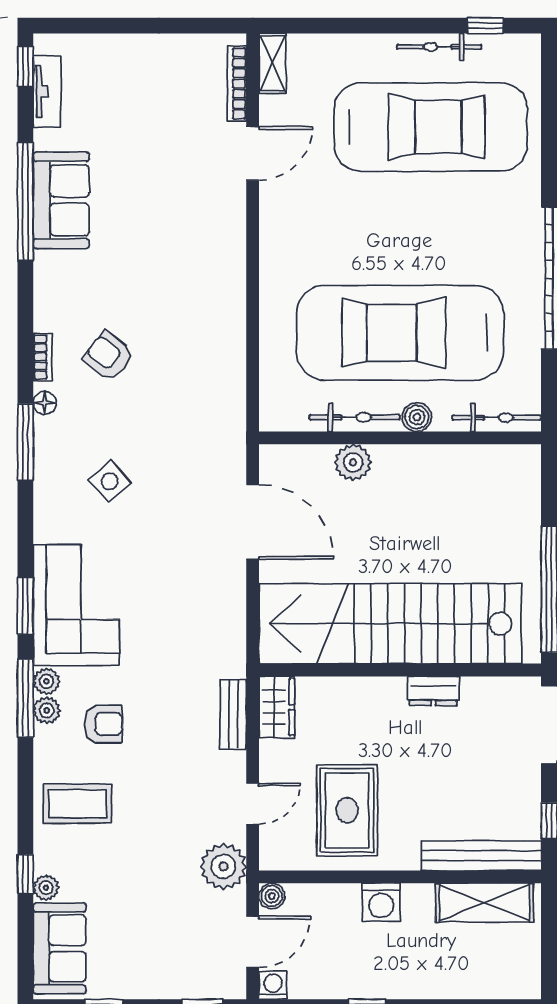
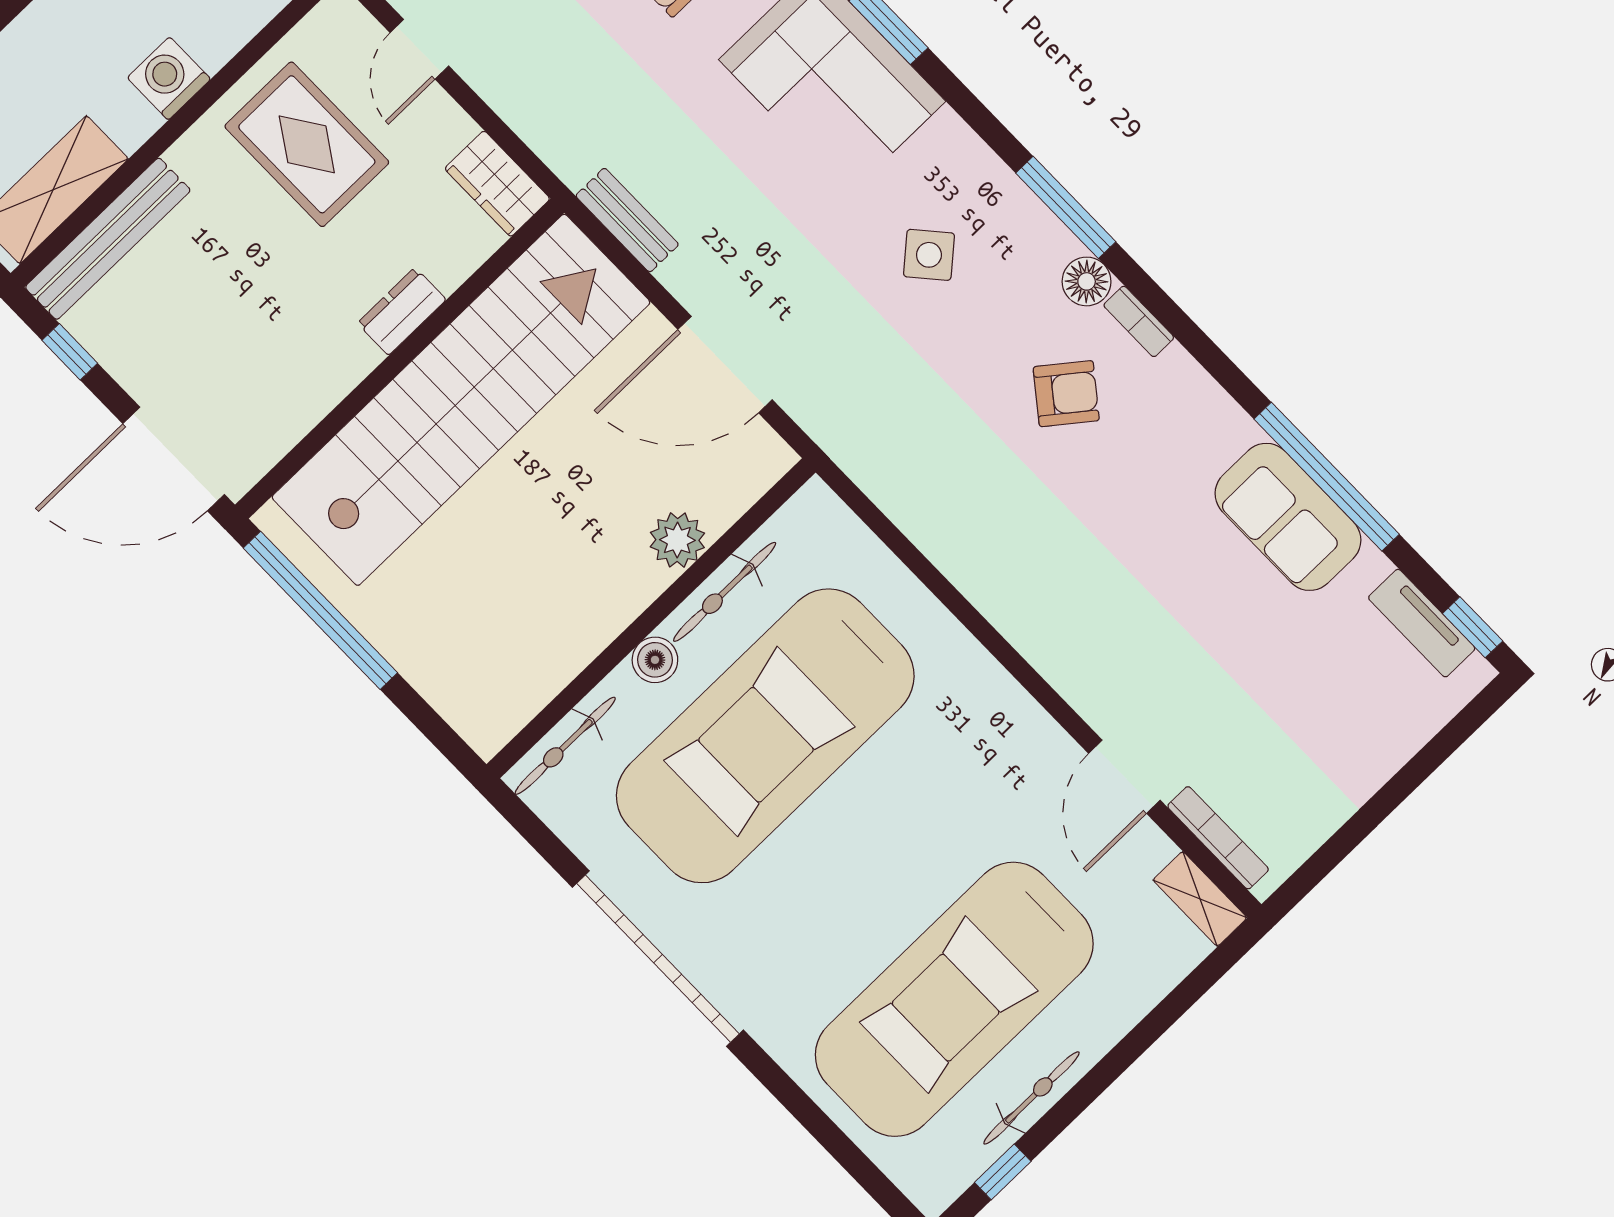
car: (400, 333) -> (765, 736), turned 180
floor lamp: (45, 403) -> (1087, 281), width x1.37, depth x1.37
dresser: (433, 691) -> (402, 311), moved
bench: (233, 715) -> (627, 220), moved

